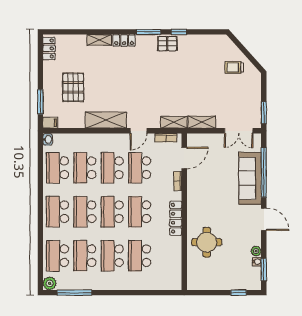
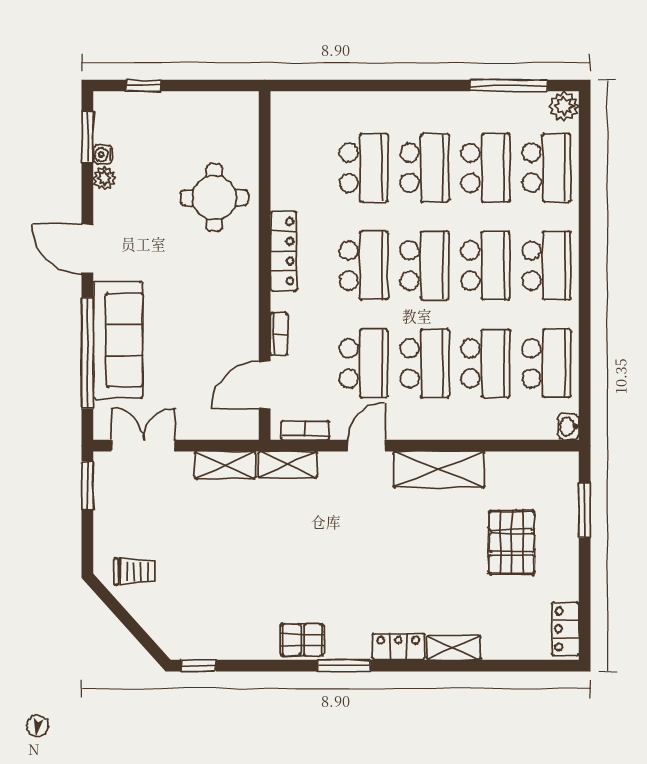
window: (179, 32) -> (198, 666), moved
trolley: (234, 67) -> (135, 571), moved
filing cabinet: (50, 123) -> (563, 464), removed

